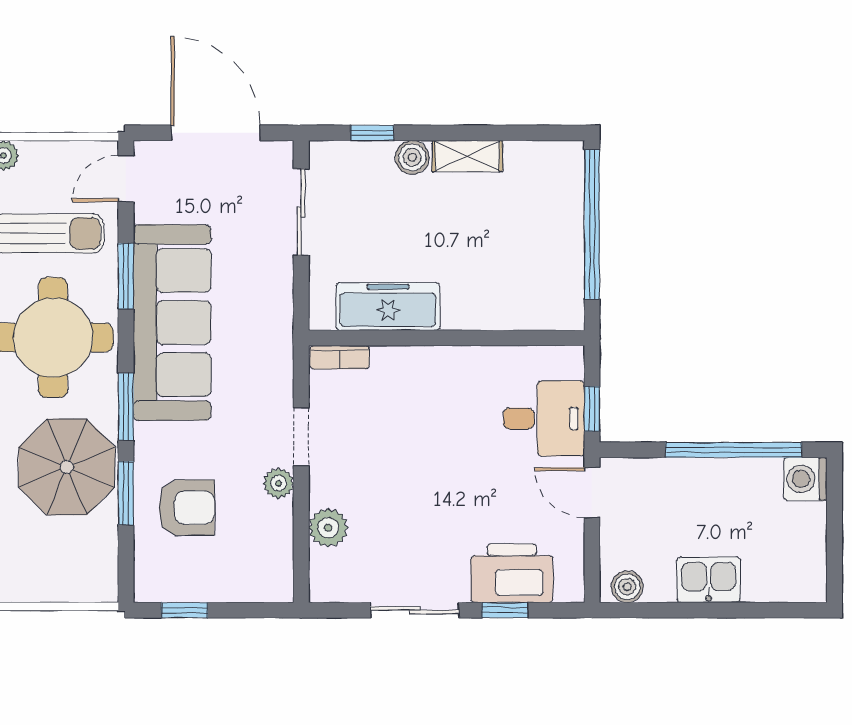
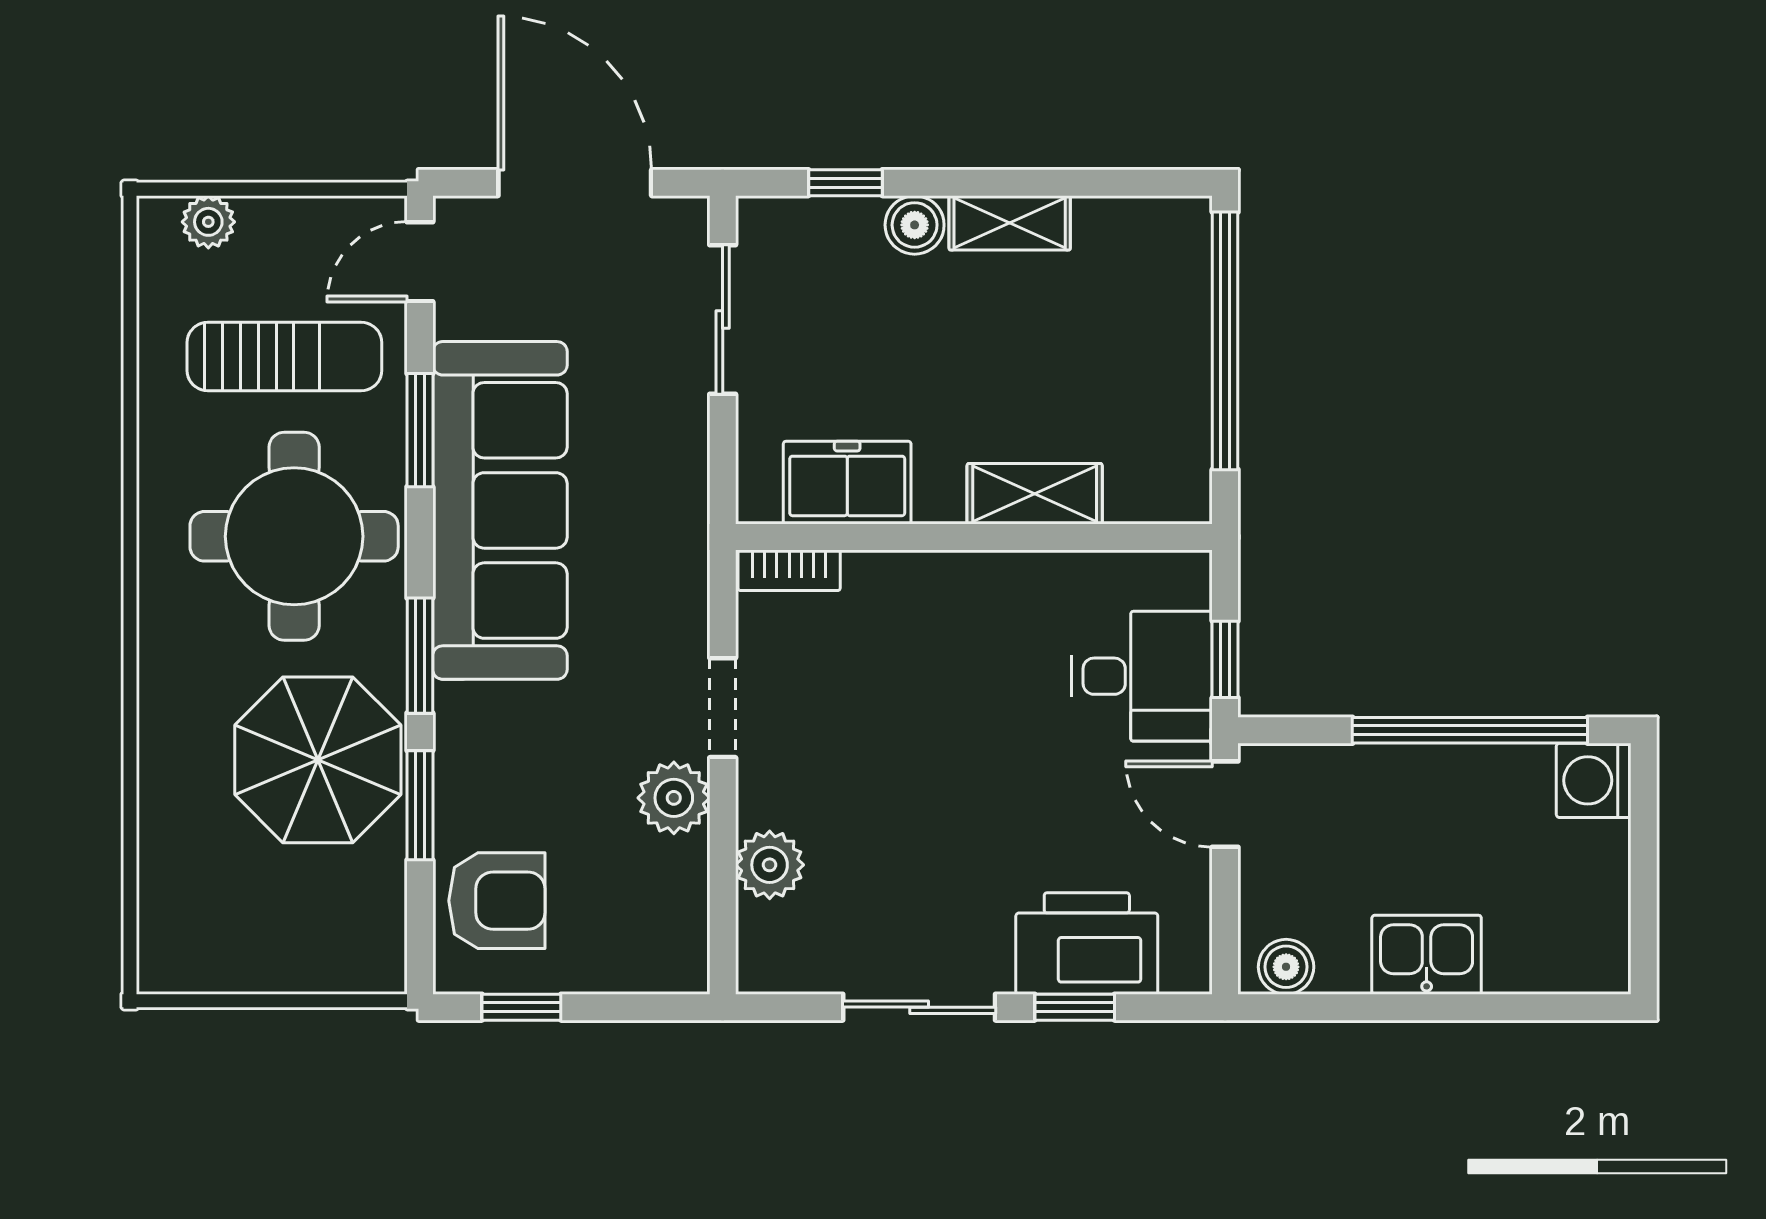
freezer: (388, 306) -> (847, 483), width x0.71
shelving: (482, 313) -> (1035, 494), added
plant: (278, 483) -> (674, 798), width x1.38, depth x1.38
armchair: (187, 508) -> (497, 901), moved

